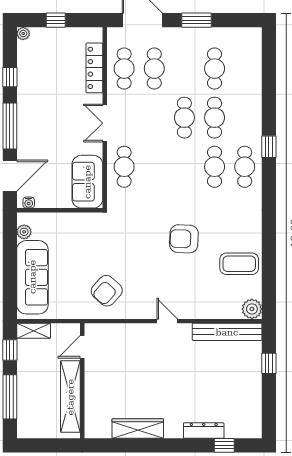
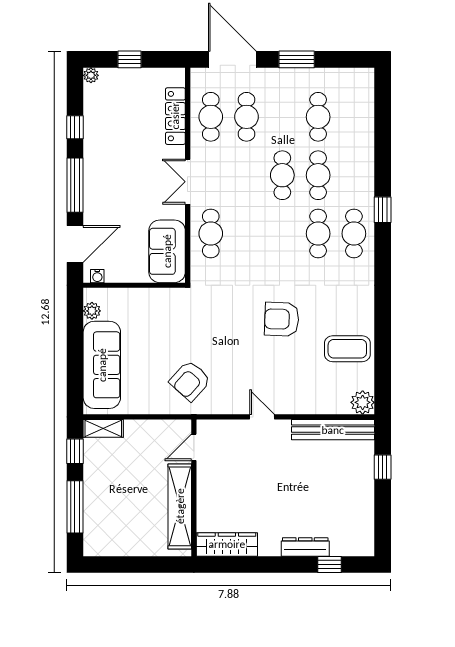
door: (82, 347) -> (194, 447), moved
wall: (82, 381) -> (194, 488), moved
shelving: (70, 397) -> (180, 506), moved

